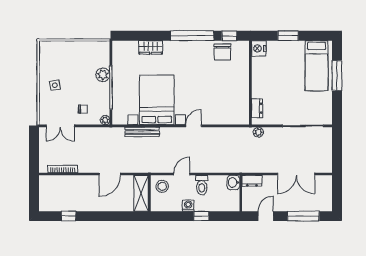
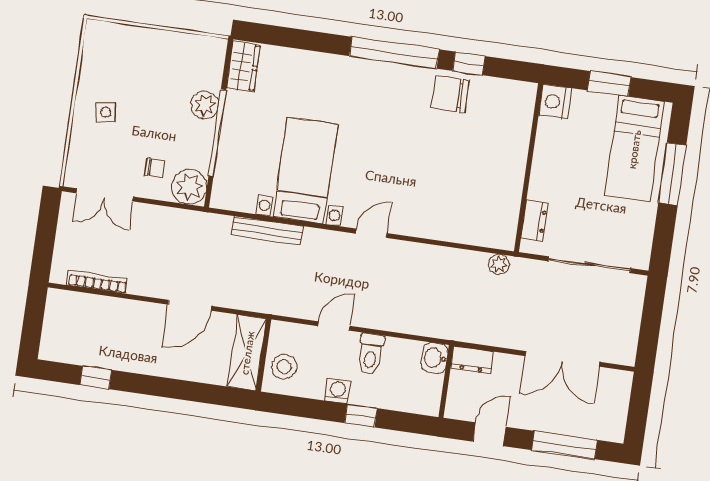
window: (288, 36) -> (609, 84), moved
wardrobe: (150, 47) -> (243, 66), moved, turned -90
nightstand: (259, 48) -> (555, 102), moved
chair: (222, 52) -> (450, 94), turned 90
wall: (250, 83) -> (528, 168), moved
bed with nightstands: (157, 100) -> (305, 171), width x0.73
dresser: (257, 108) -> (534, 221), moved
plant: (105, 120) -> (189, 187), width x1.88, depth x1.88
stool: (162, 186) -> (284, 367), moved

